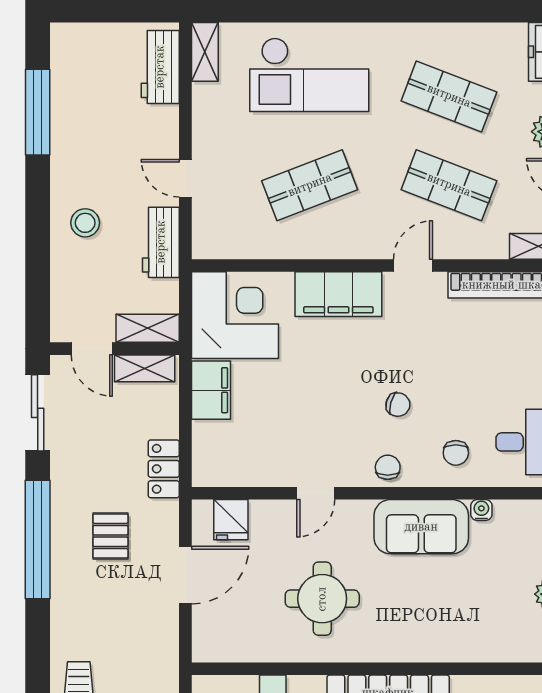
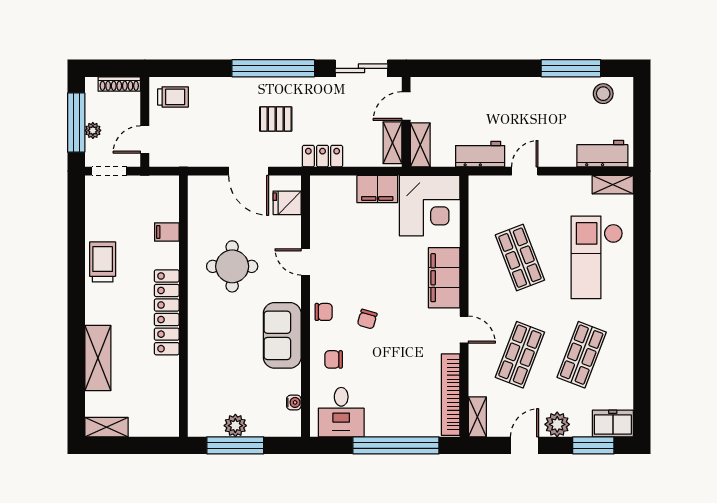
stool: (85, 223) -> (603, 94), moved
water cooler: (481, 510) -> (294, 402), moved

